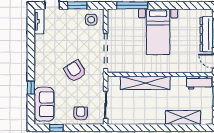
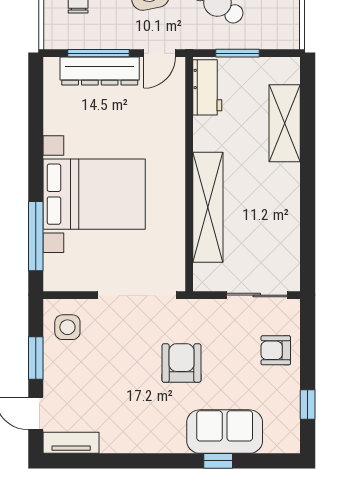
bed with nightstands: (158, 32) -> (94, 194), width x1.36
armchair: (75, 71) -> (181, 363), turned 122
sofa: (44, 104) -> (225, 432), moved

